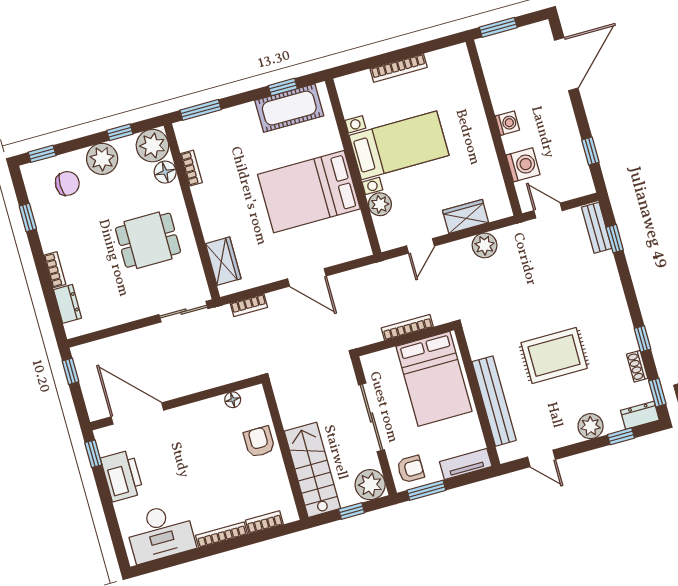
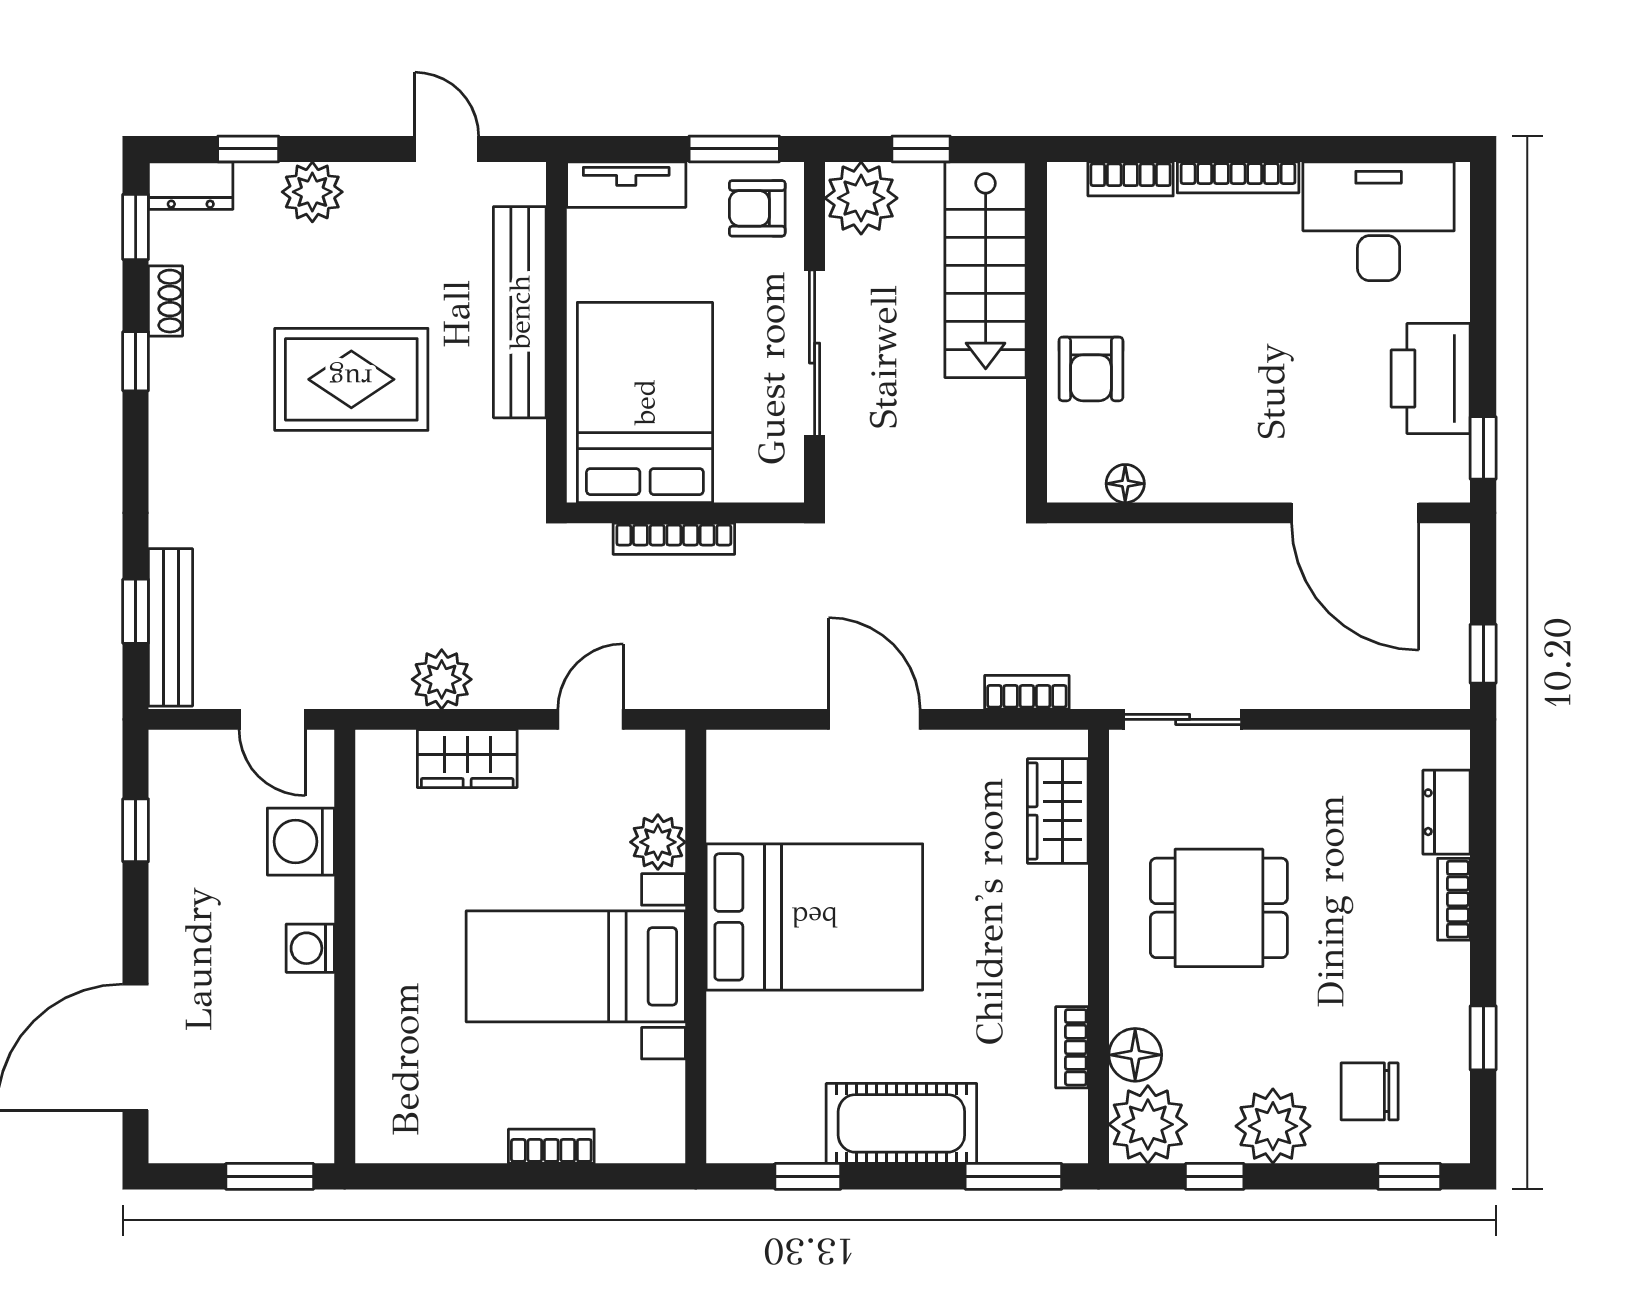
bookcase: (399, 68) -> (551, 1146), width x0.64
cot: (289, 108) -> (901, 1123), moved
bench: (597, 228) -> (171, 627), width x1.36

